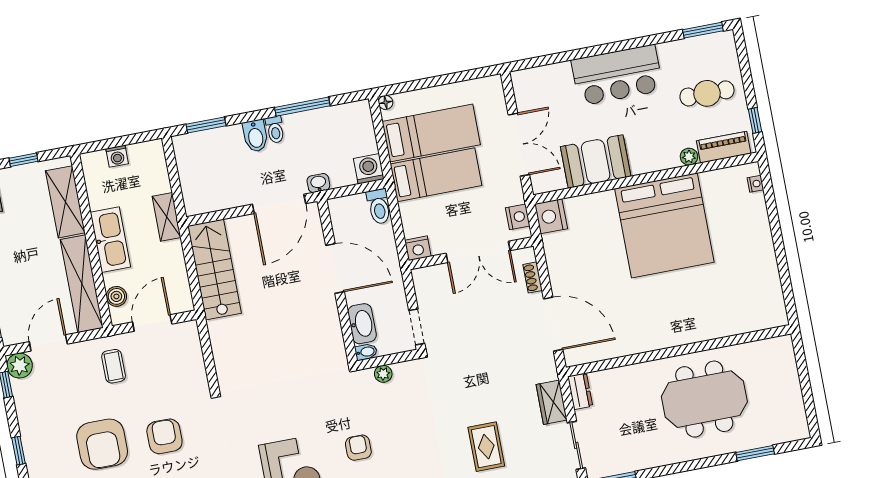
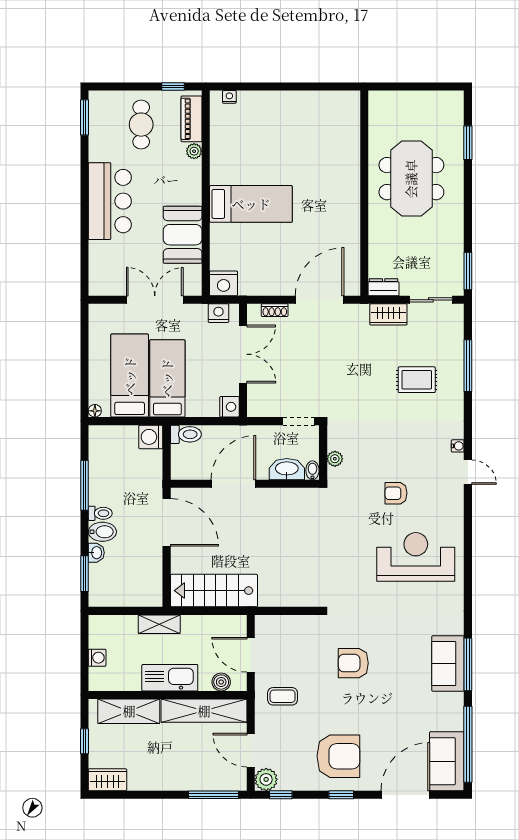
washbasin: (318, 183) -> (96, 553), moved, turned 180
bed: (664, 225) -> (251, 204), width x0.49
armchair: (102, 444) -> (338, 756), moved

